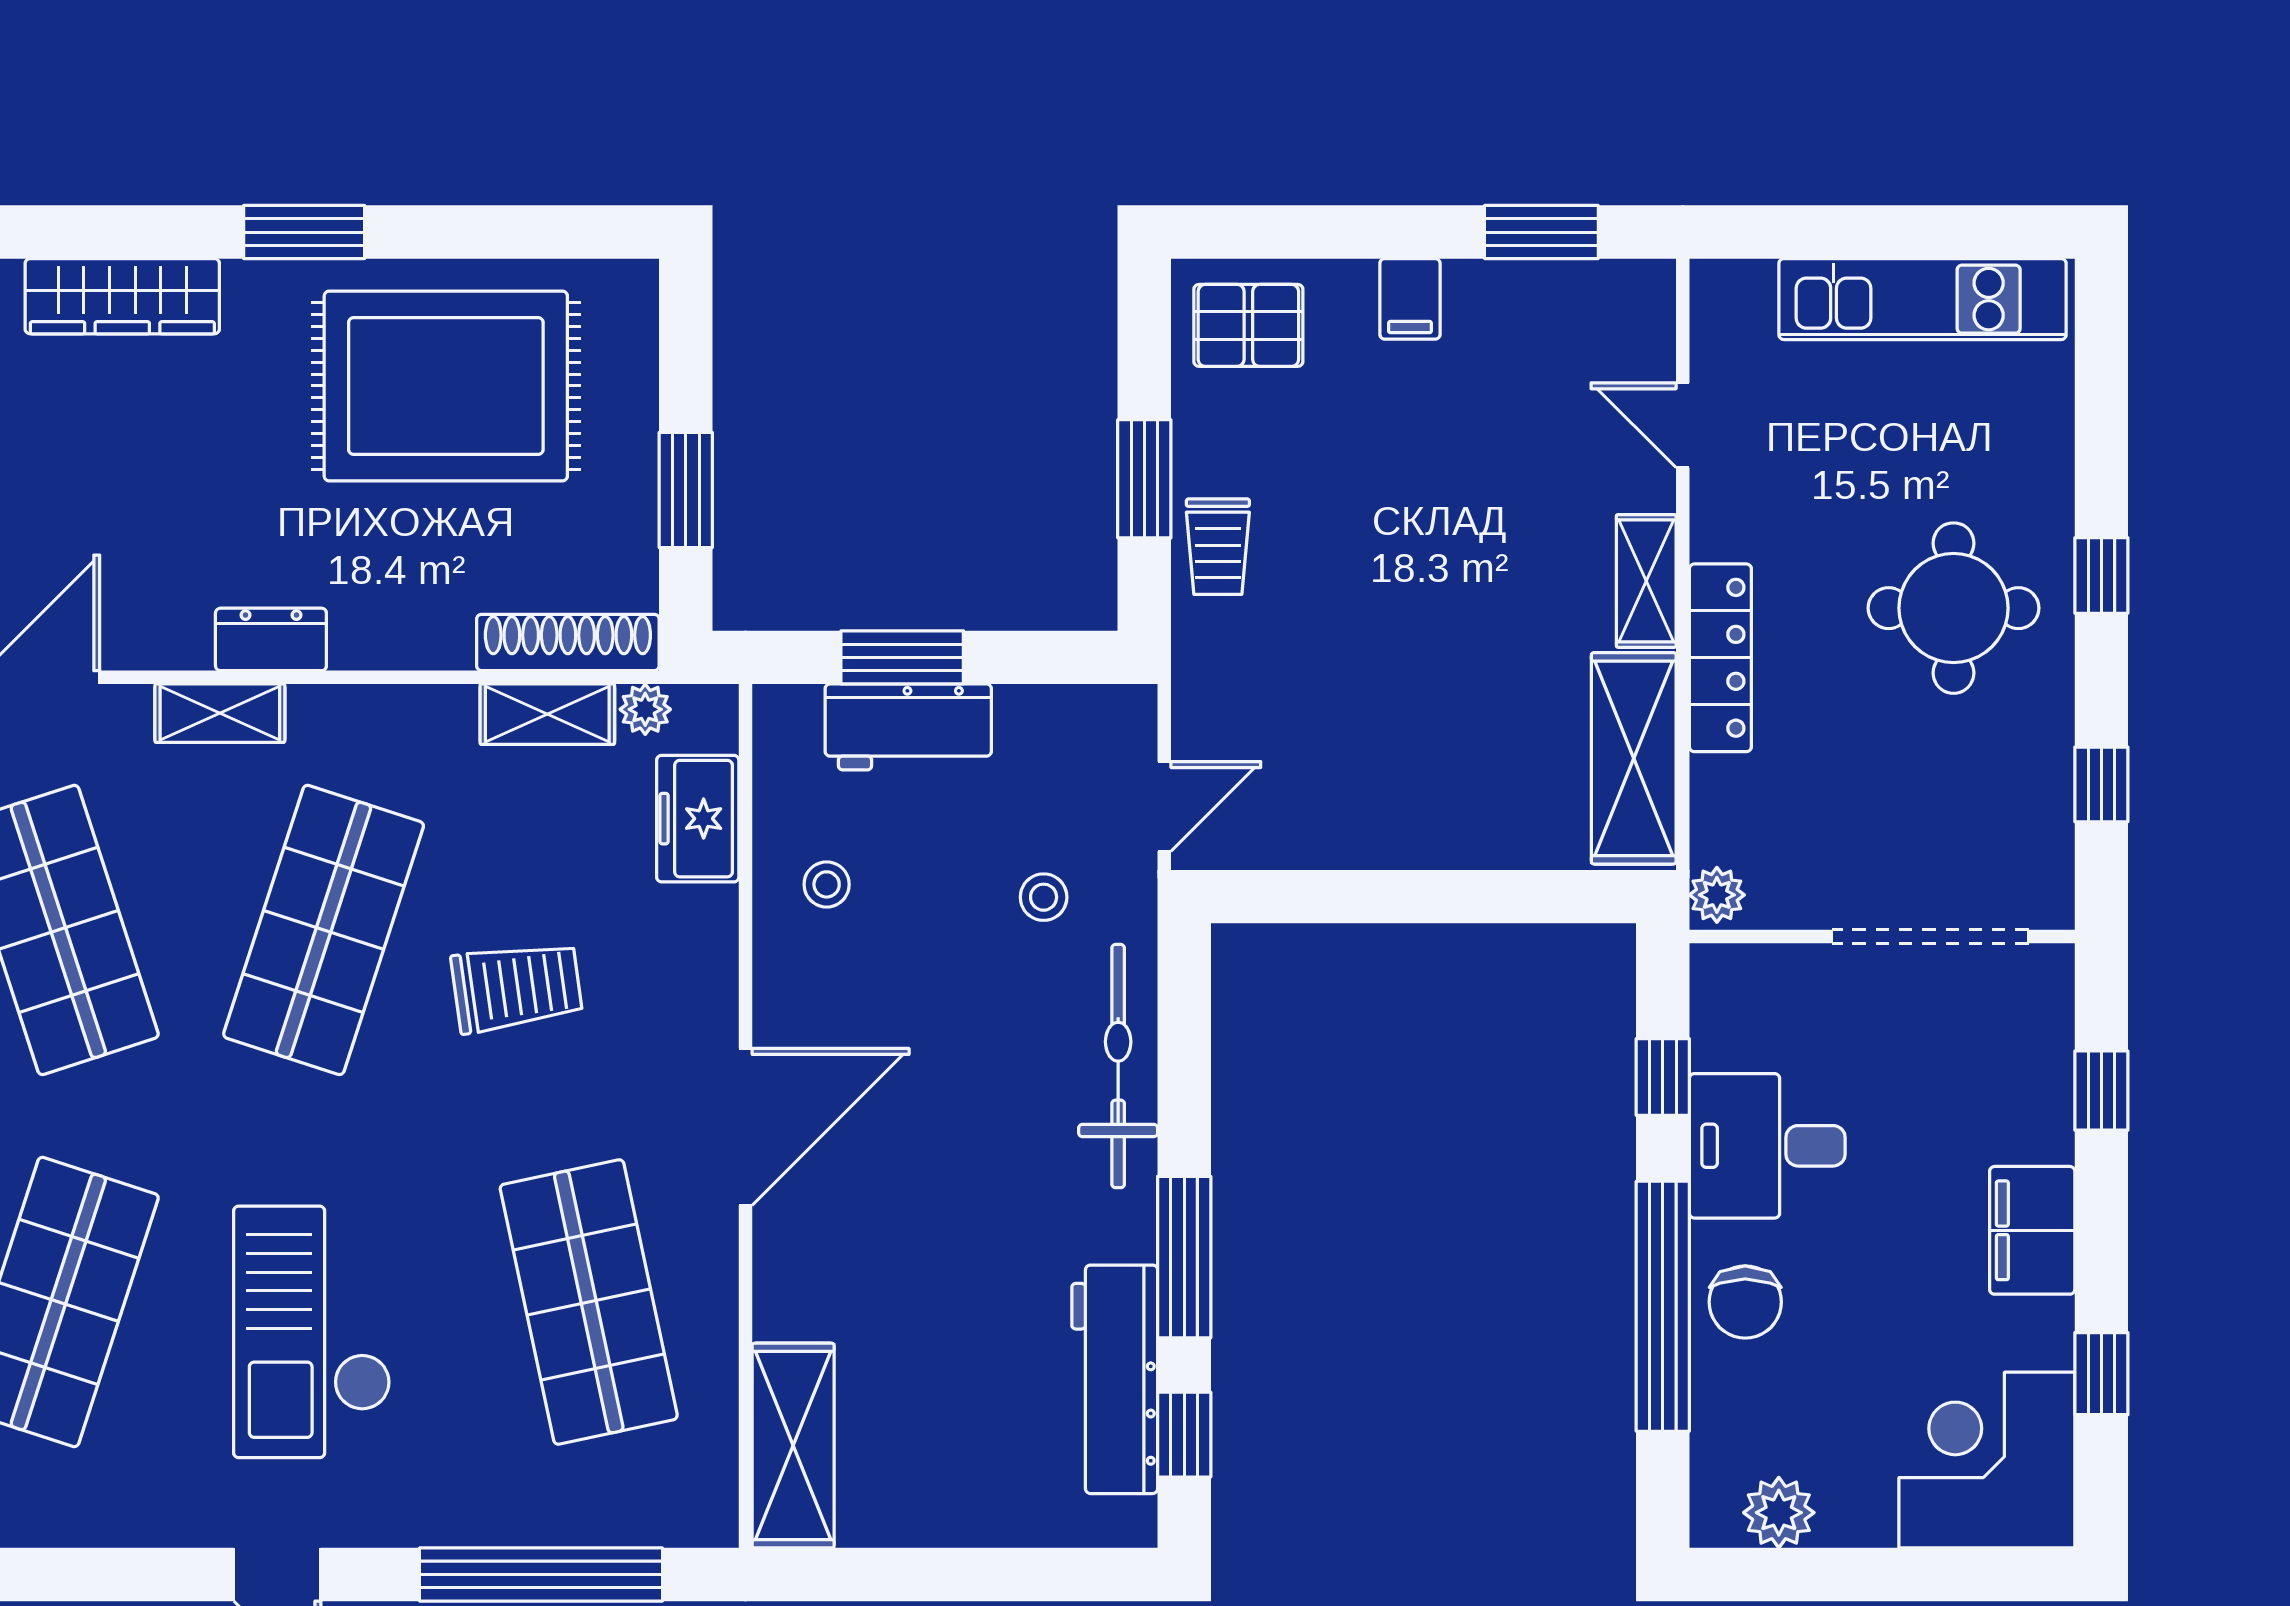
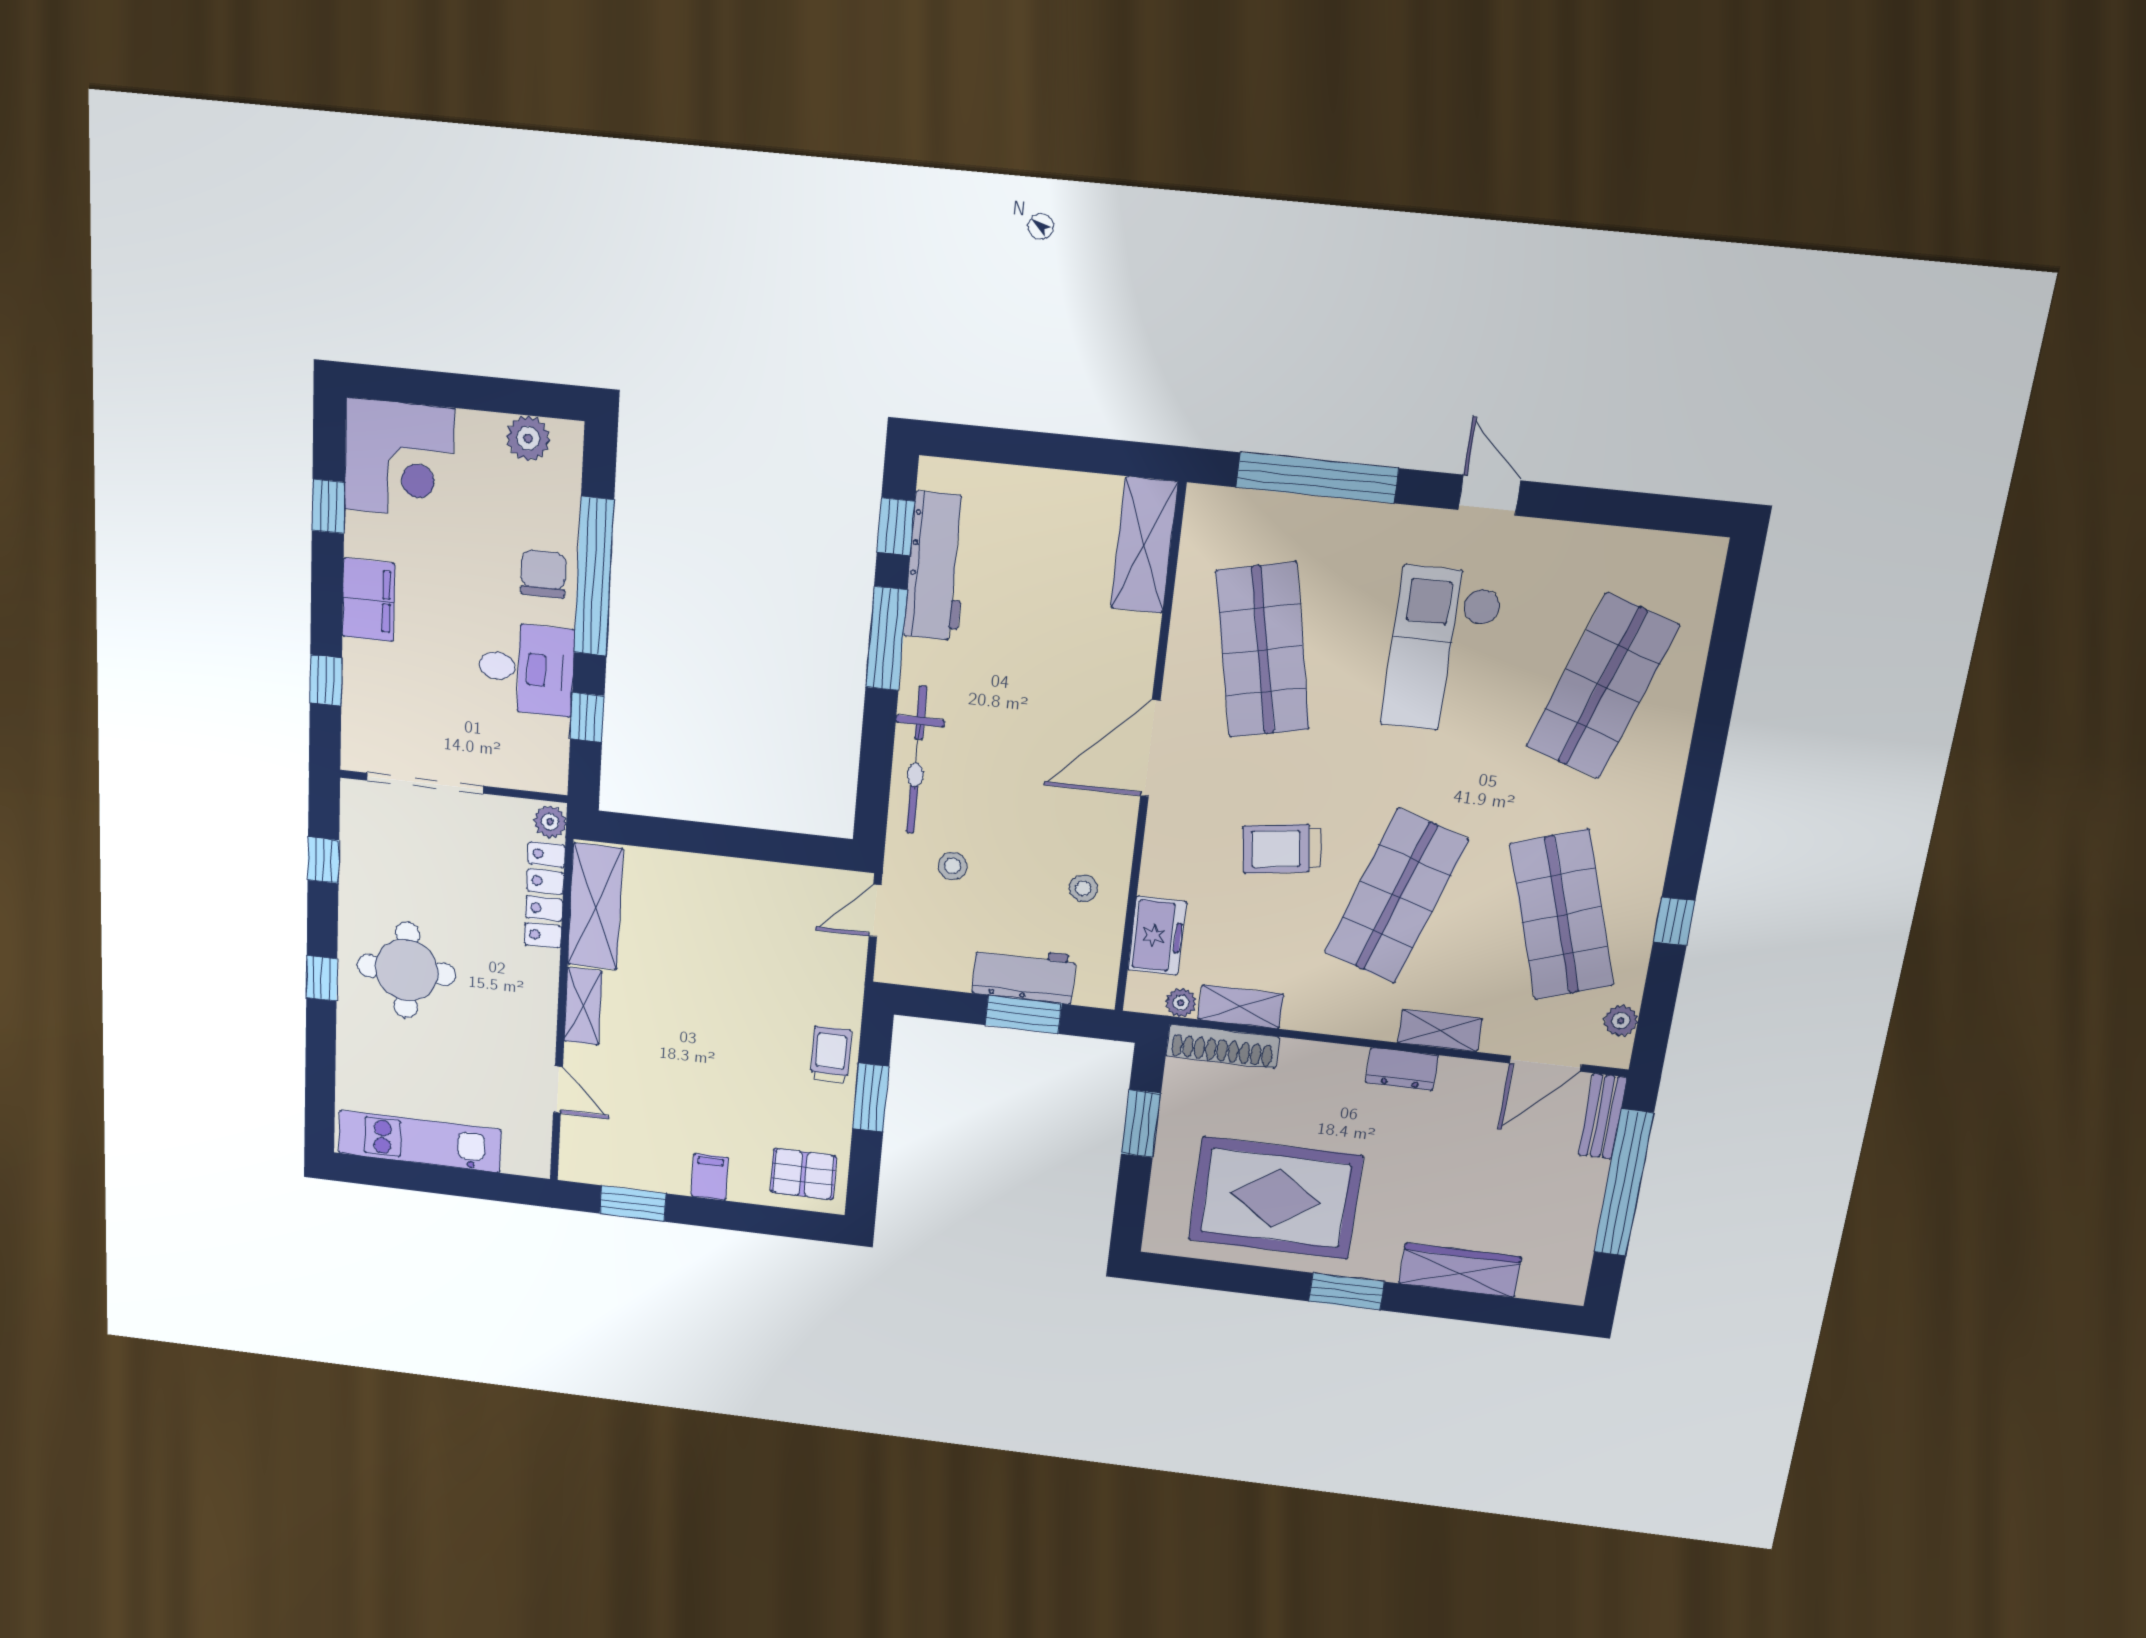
locker: (1720, 658) -> (545, 895), moved
checkout: (312, 1332) -> (1442, 650), turned 180

